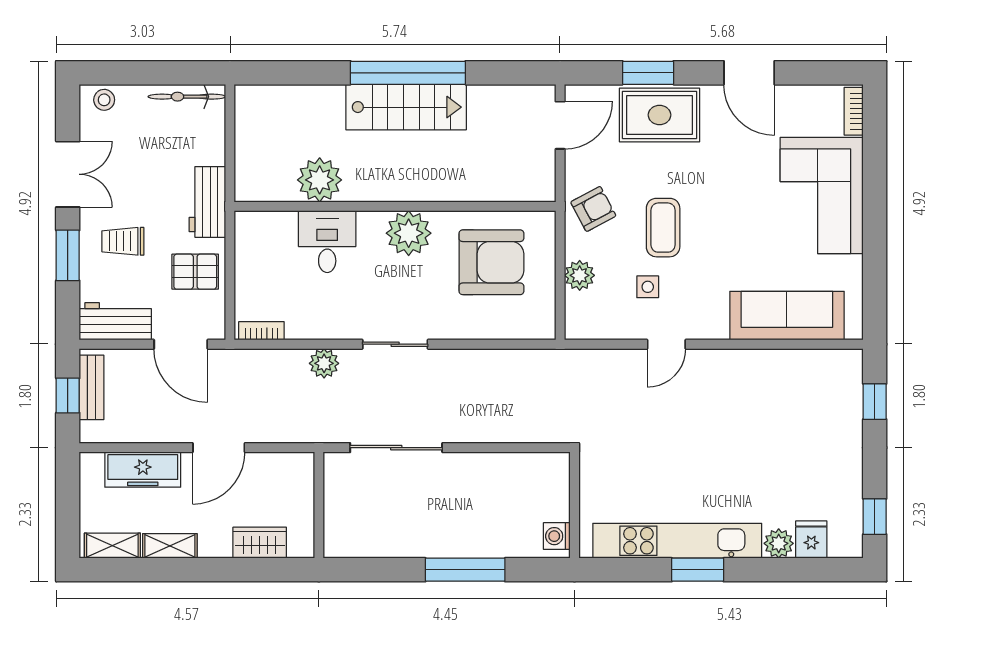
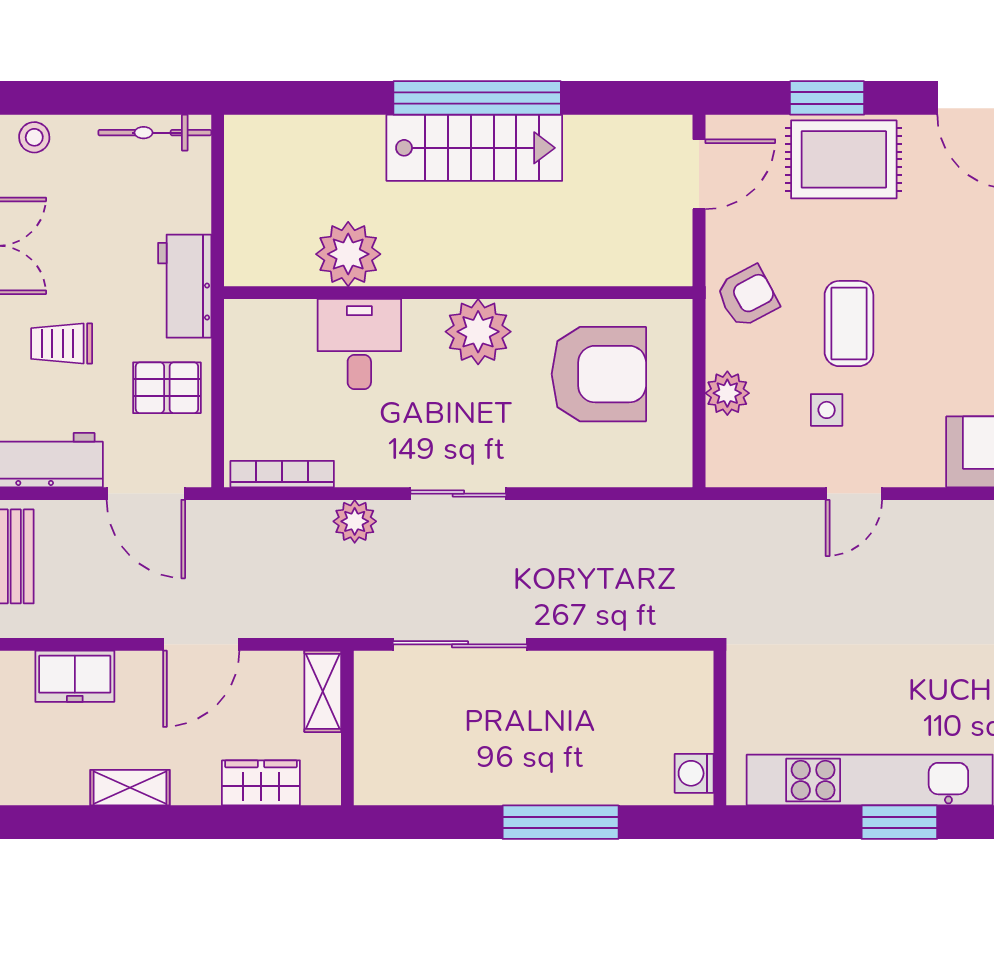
bookcase: (261, 331) -> (282, 474), width x1.56
freezer: (143, 470) -> (75, 676), width x0.71
shelving: (112, 546) -> (323, 691), moved, turned 90

